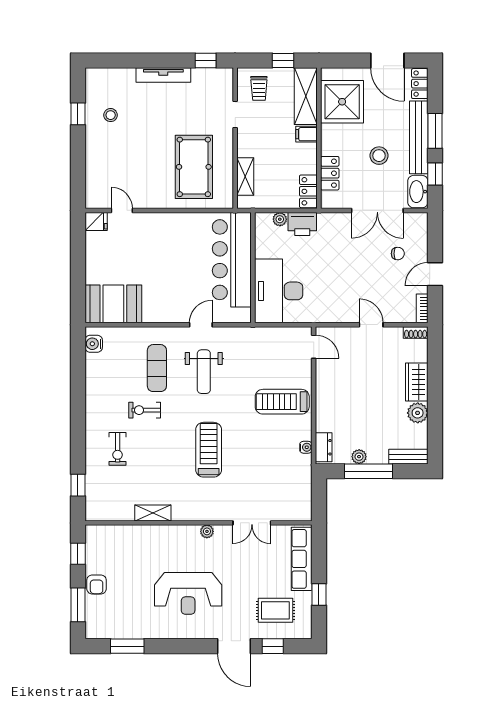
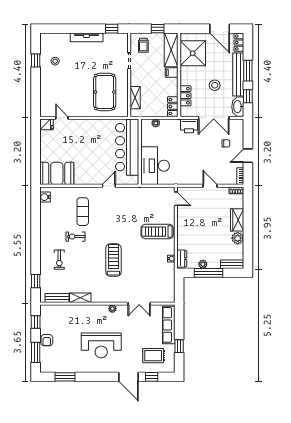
printer: (302, 224) -> (189, 126), moved
weight bench: (204, 372) -> (111, 214), removed
bench: (114, 514) -> (57, 298), added

